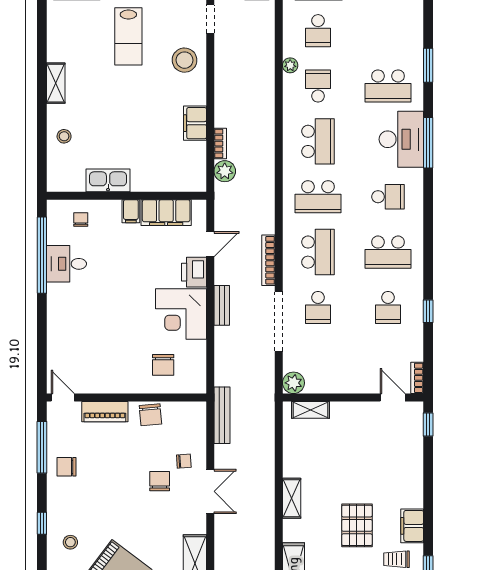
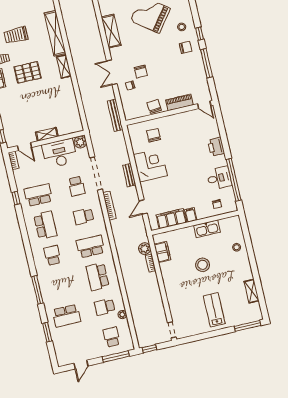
stool: (185, 60) -> (203, 265), moved
shelving: (56, 83) -> (252, 291), moved
school desk: (318, 86) -> (105, 307), turned 90
school desk: (388, 86) -> (66, 316), turned 180
filing cabinet: (195, 123) -> (162, 252), moved
desk: (401, 139) -> (60, 153), moved, turned 90
school desk: (388, 197) -> (52, 255), turned 90
school desk: (318, 252) -> (84, 216), width x0.54
school desk: (388, 252) -> (45, 225), turned 90
printer: (194, 272) -> (216, 147), moved, turned 180
school desk: (318, 307) -> (77, 186), turned 180
school desk: (388, 307) -> (38, 195), width x1.85
shelving: (311, 410) -> (47, 134), moved
window: (42, 447) -> (206, 63), moved
chair: (67, 467) -> (186, 47), moved
shelving: (292, 498) -> (64, 66), moved
pallet: (357, 525) -> (28, 72), turned 90

